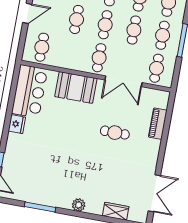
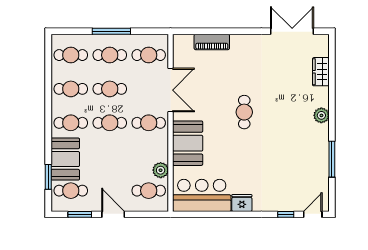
cafe table: (77, 19) -> (110, 157), removed
plant: (57, 60) -> (161, 170), added
cafe table: (115, 133) -> (244, 112), moved

